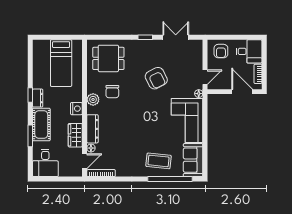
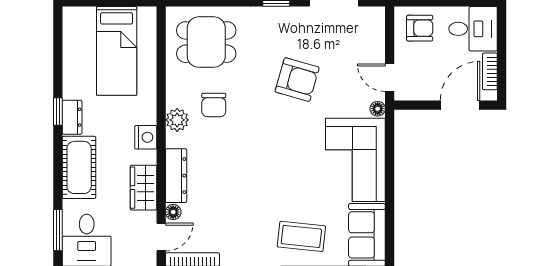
armchair: (221, 51) -> (420, 28), turned -90
door: (205, 77) -> (390, 78), swing flipped
armchair: (156, 78) -> (297, 80), turned -47
door: (242, 92) -> (460, 105), hinge flipped
window: (30, 136) -> (58, 230), moved

